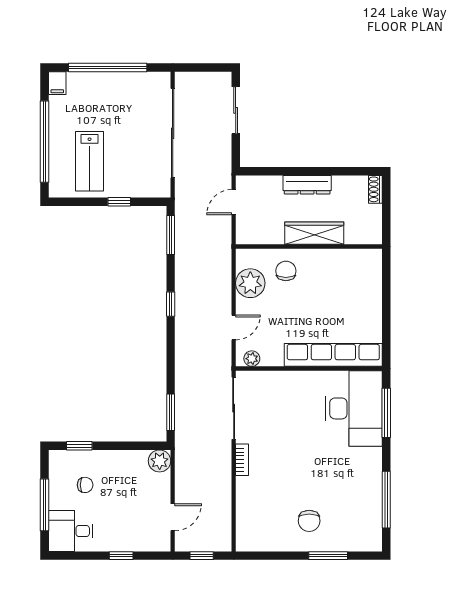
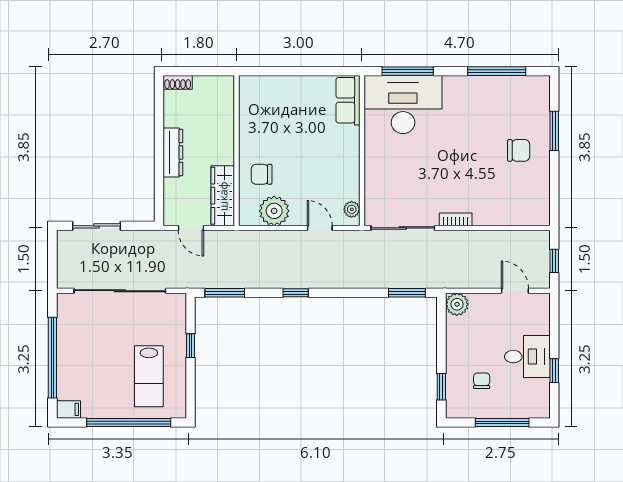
lab bench: (90, 161) -> (149, 376), turned 90
wardrobe: (314, 233) -> (223, 196), moved
row of seats: (333, 355) -> (348, 100), width x0.50
desk: (71, 531) -> (527, 357), moved, turned -90
window: (121, 556) -> (554, 371), moved

